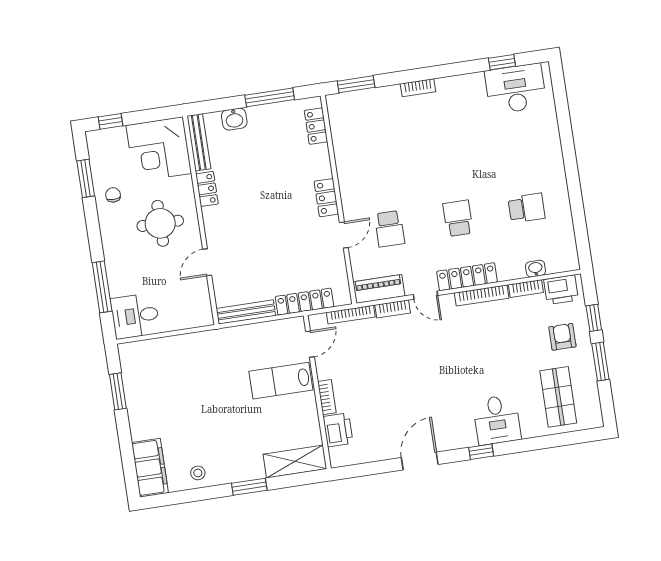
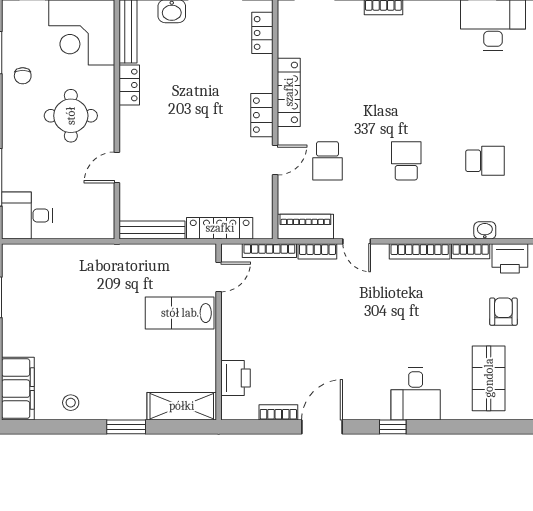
chair: (113, 195) -> (23, 76), turned 180
locker: (467, 277) -> (289, 92), moved, turned 90
bookcase: (327, 397) -> (278, 412), moved, turned -90

